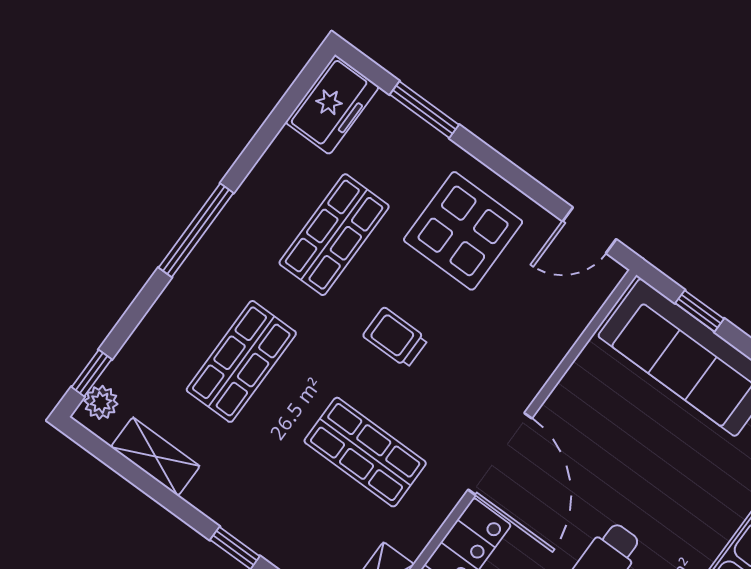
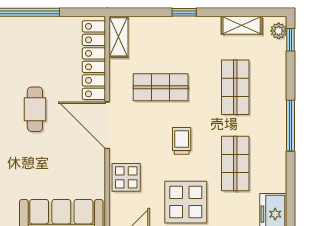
trolley: (395, 338) -> (182, 141), turned -90
display table: (532, 344) -> (126, 177), added

